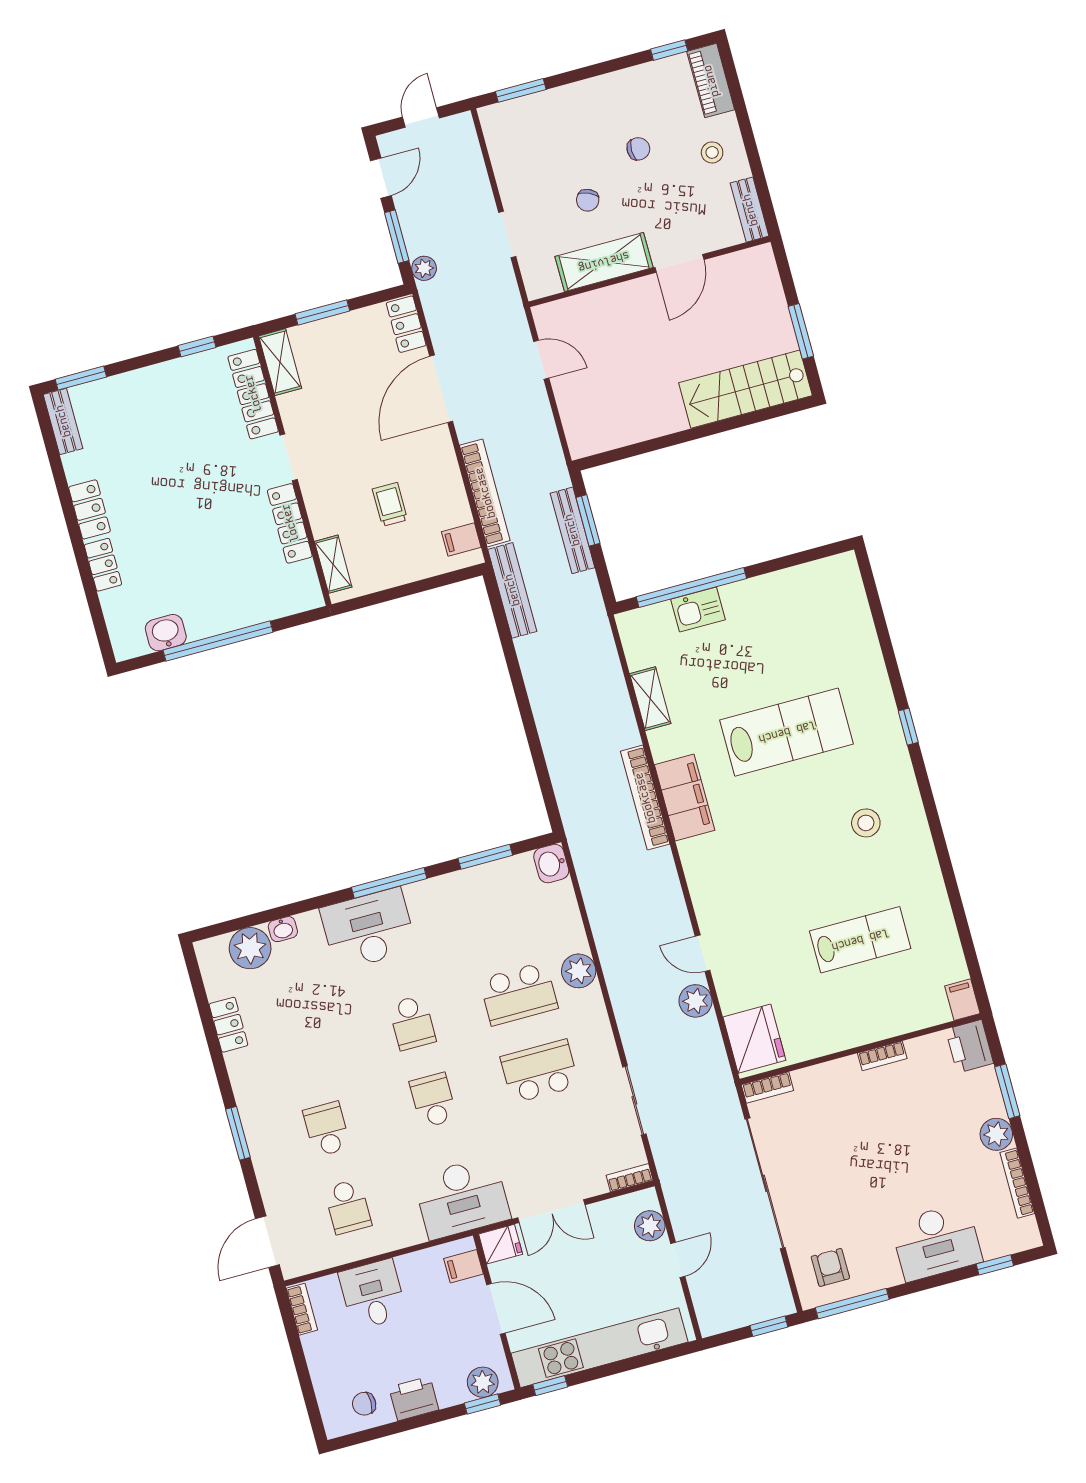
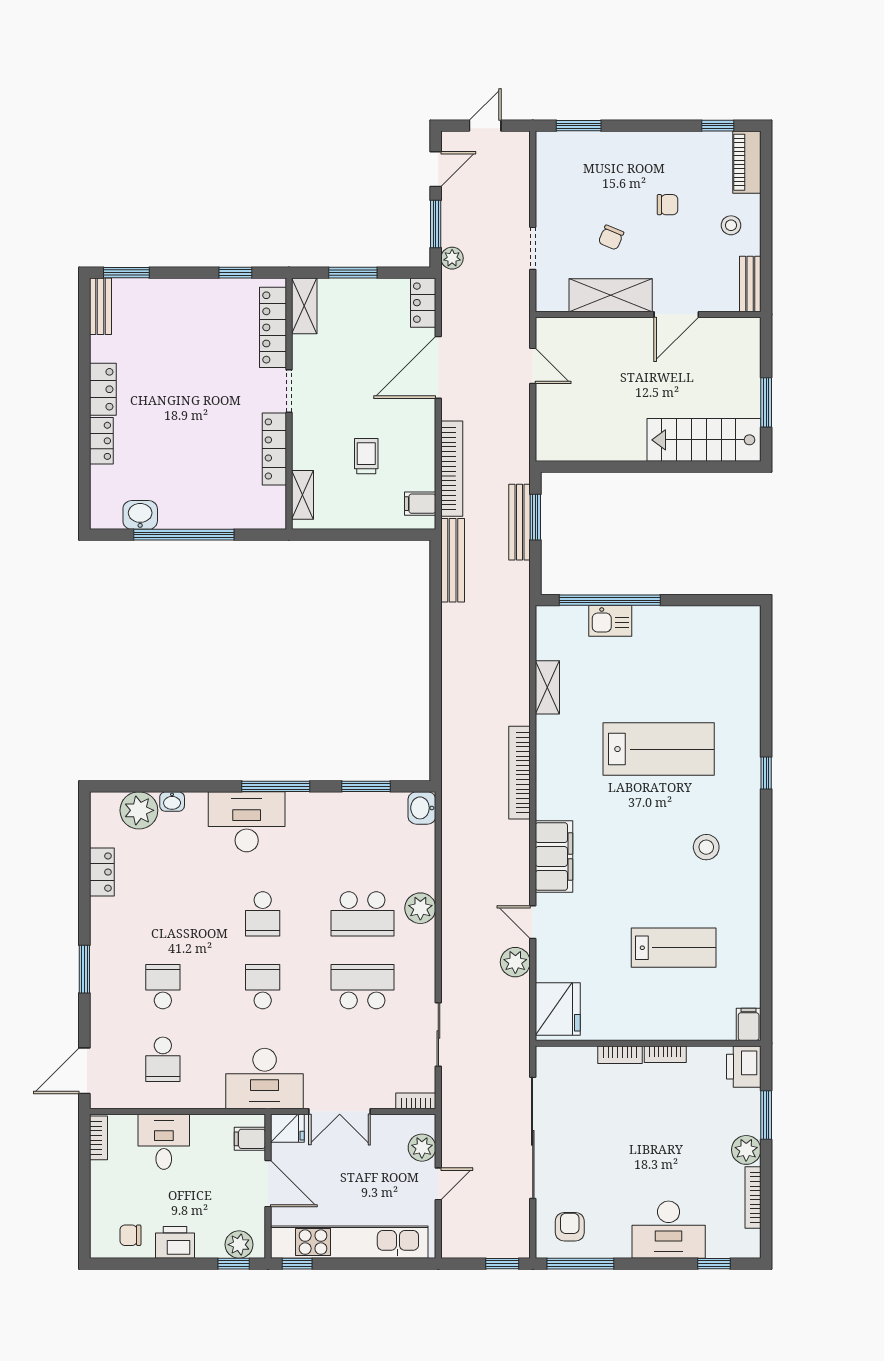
filing cabinet: (685, 797) -> (554, 857), moved
bookcase: (767, 1088) -> (620, 1055), moved

